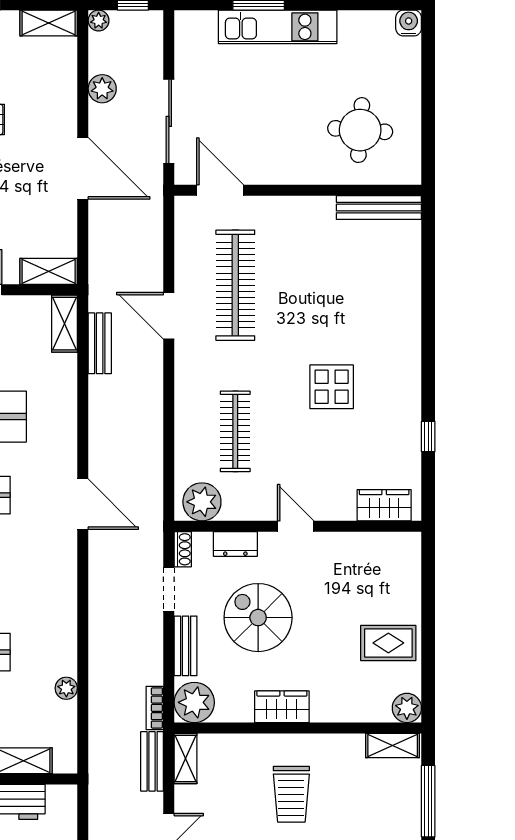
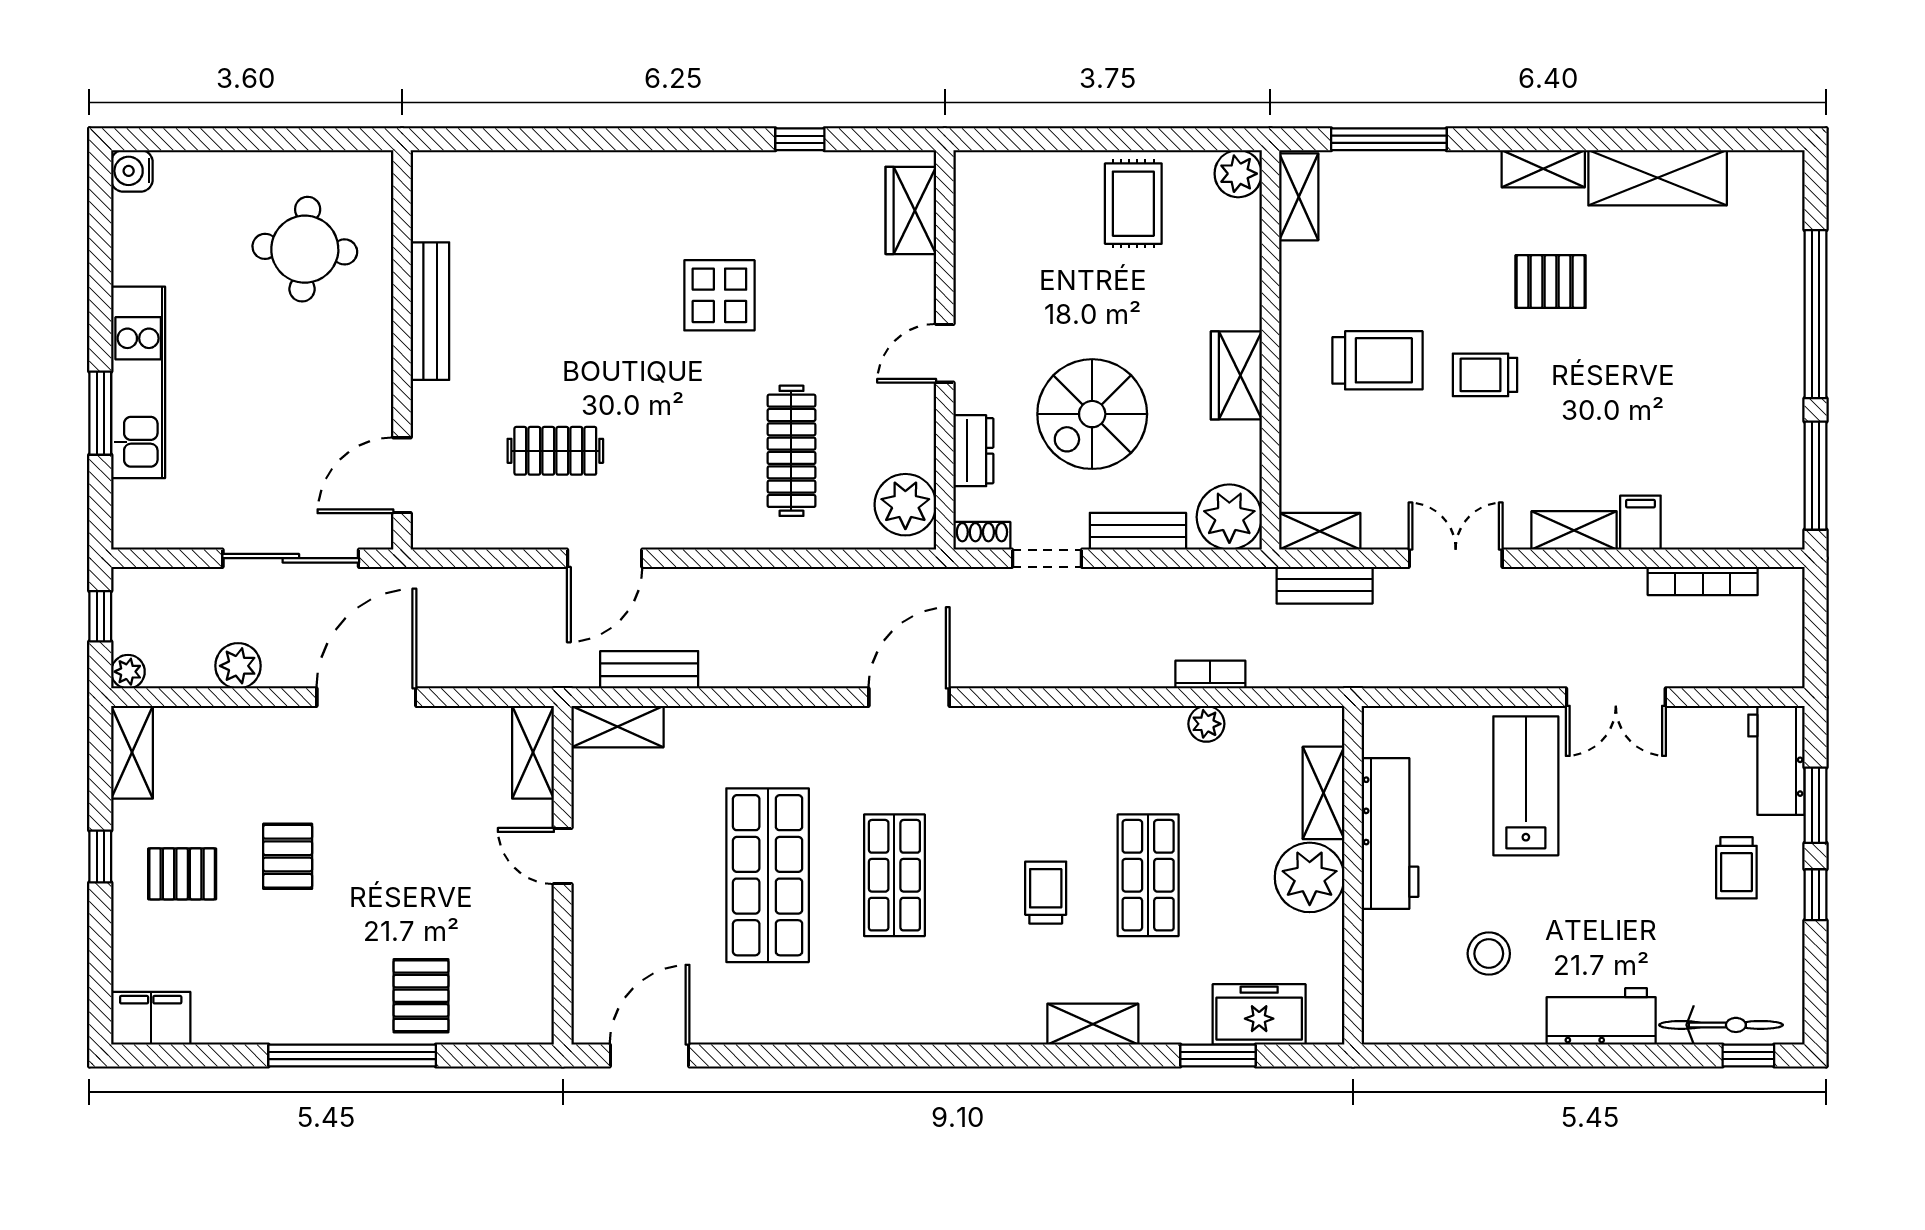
bench: (379, 208) -> (430, 311), moved
clothes rail: (235, 285) -> (555, 451), width x0.54, depth x0.76
clothes rail: (235, 431) -> (791, 451), turned 90
bookcase: (155, 708) -> (1210, 675), moved, turned 180

